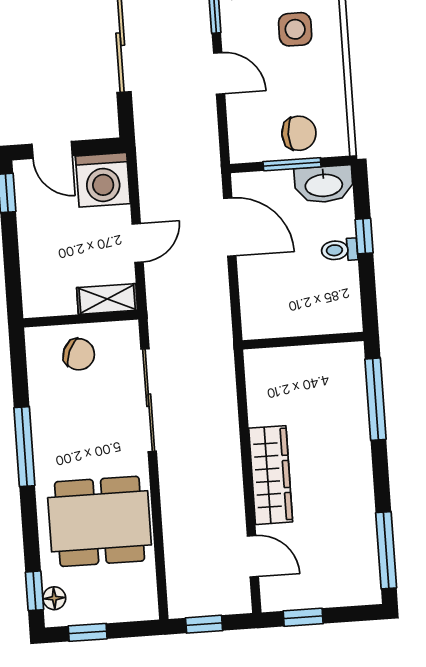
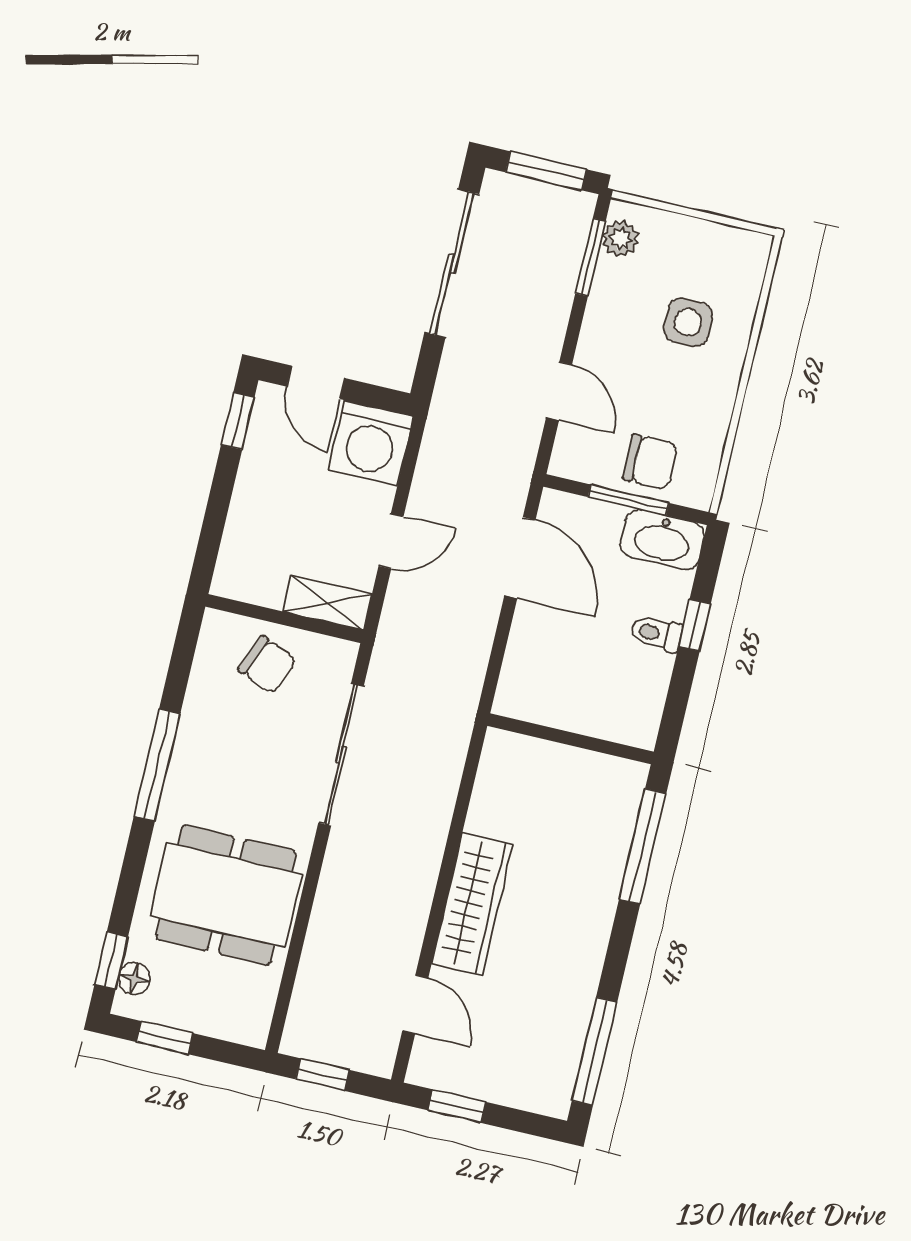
door: (219, 73) -> (559, 391), moved

